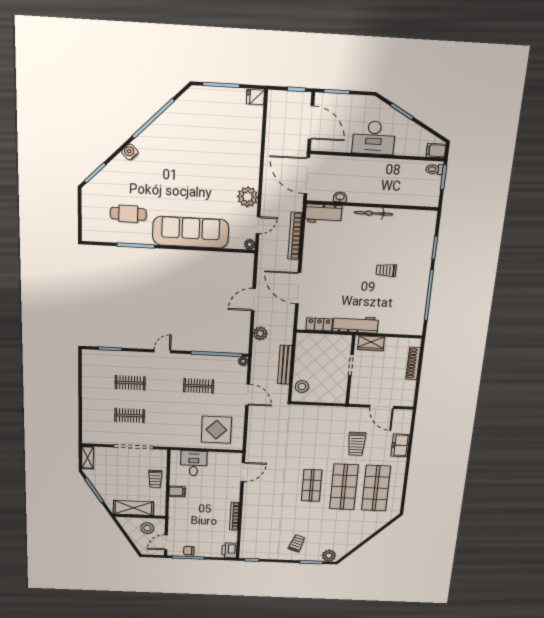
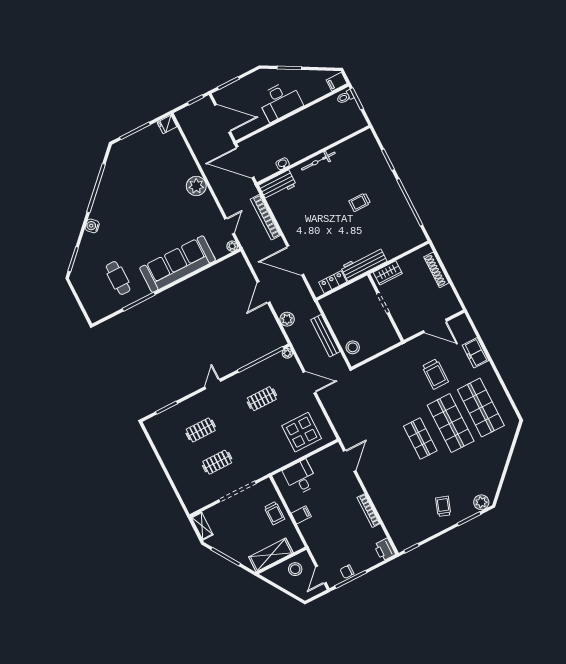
plant: (248, 197) -> (196, 186), moved
cafe table: (128, 214) -> (118, 278), turned 90

